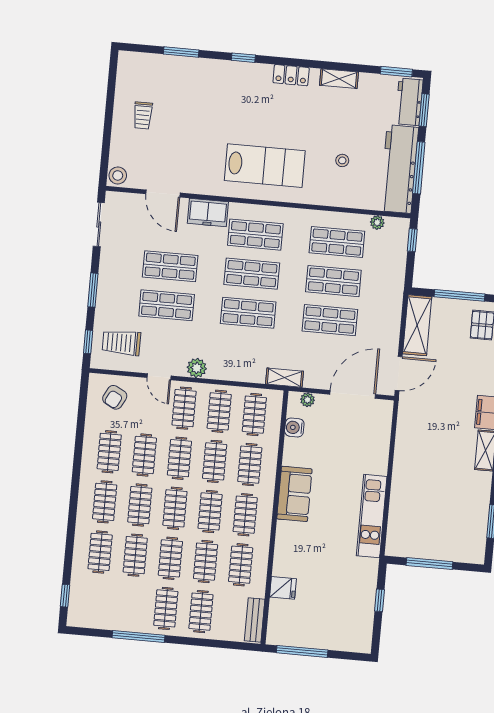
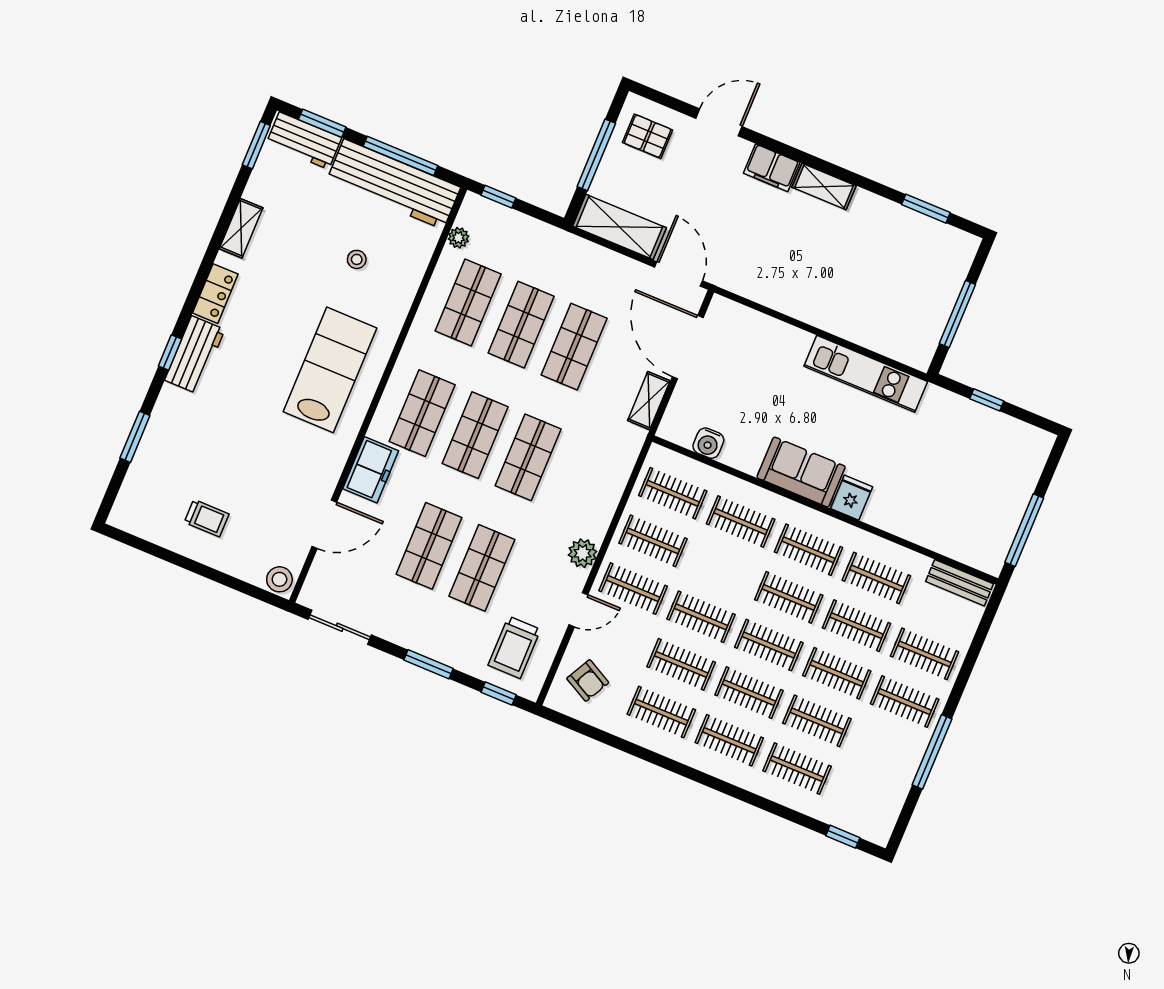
workbench: (247, 74) -> (195, 355), added
shelving: (284, 378) -> (649, 401), moved
plant: (307, 400) -> (675, 413), removed
clothes rail: (215, 461) -> (721, 569), removed
fridge: (283, 588) -> (852, 498), moved

